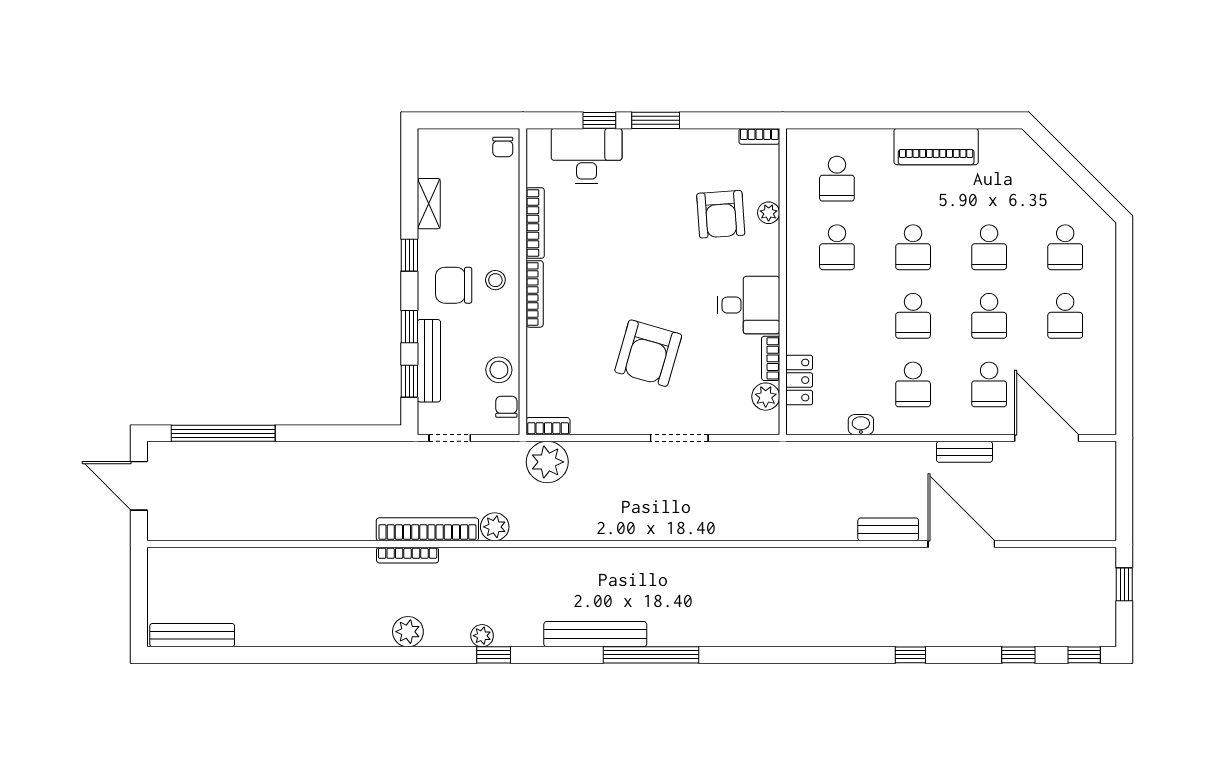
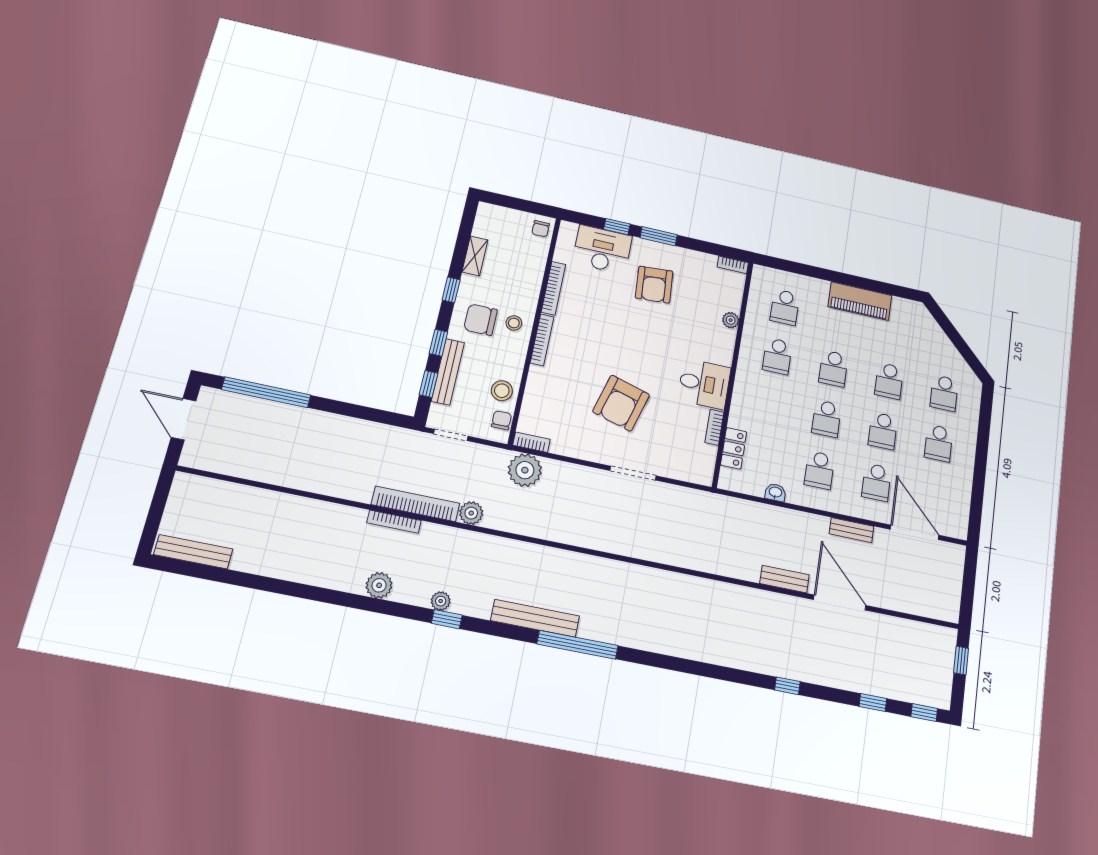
armchair: (721, 214) -> (654, 285), moved
plant: (766, 397) -> (706, 455), removed

